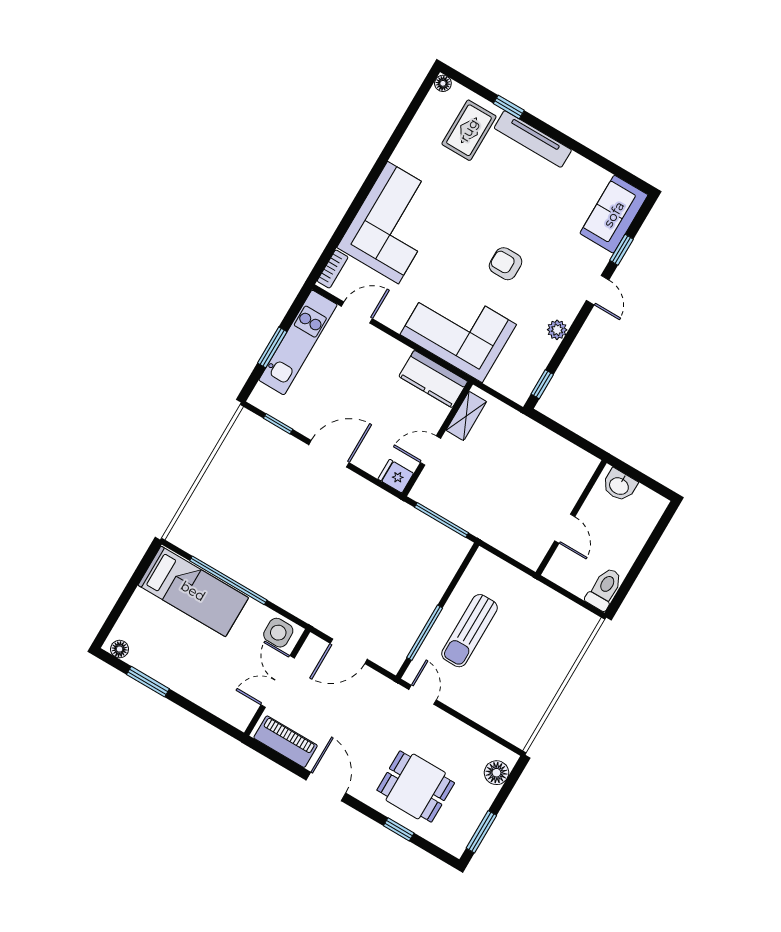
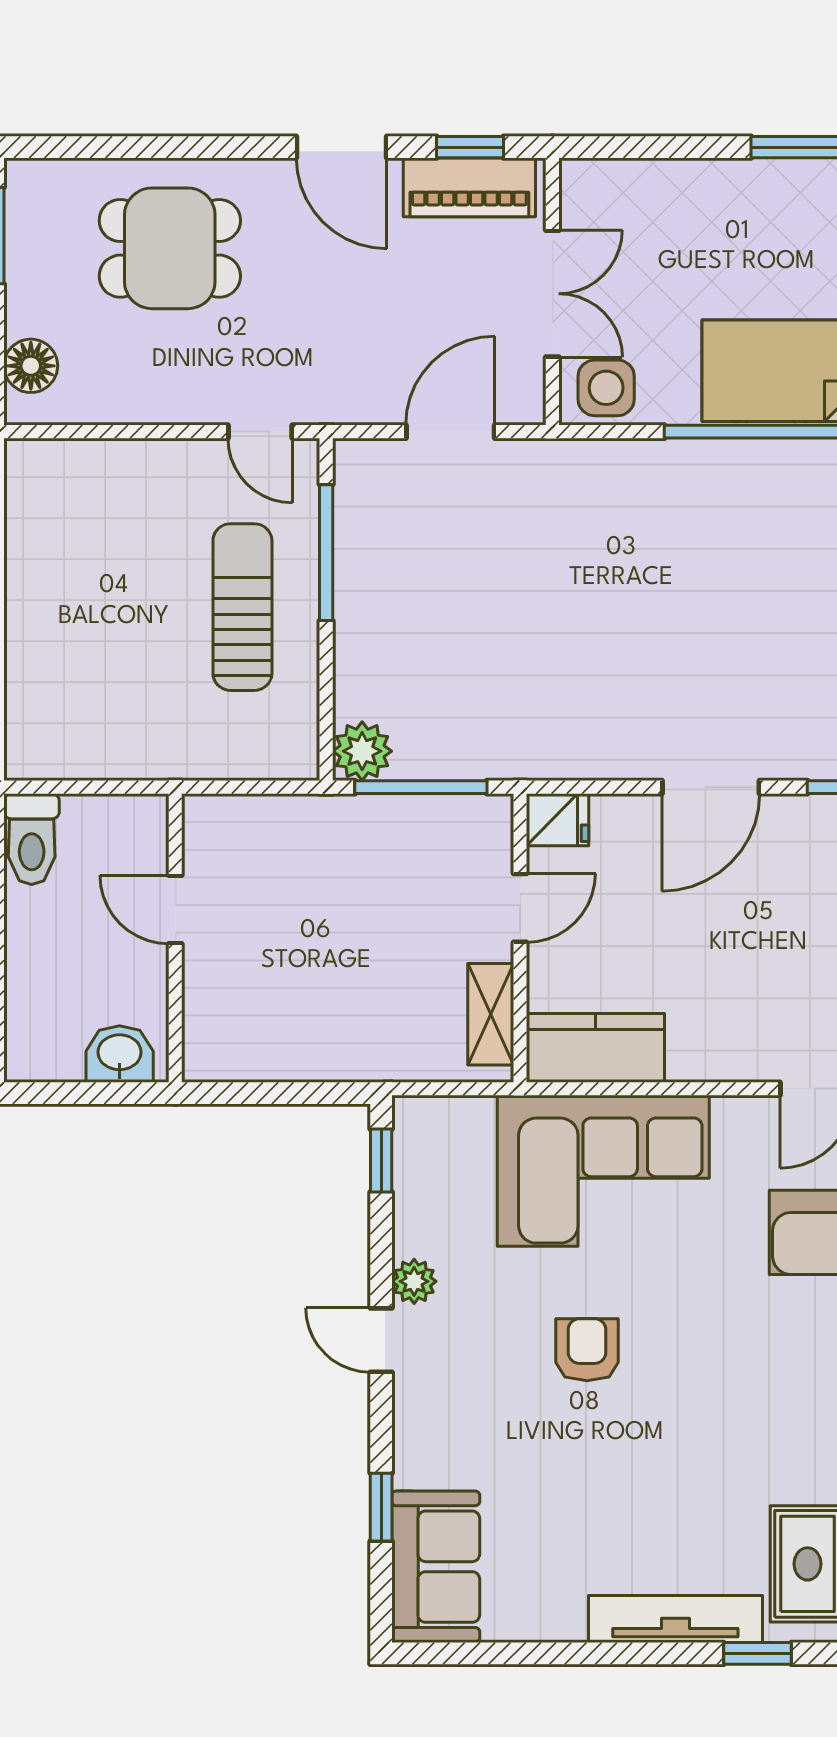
armchair: (506, 264) -> (587, 1350), turned -90
door: (598, 290) -> (381, 1340), moved
plant: (456, 547) -> (362, 751), added
window: (399, 829) -> (470, 147), moved

